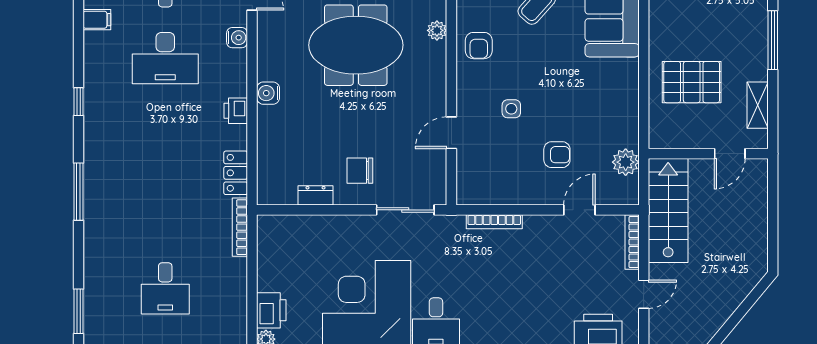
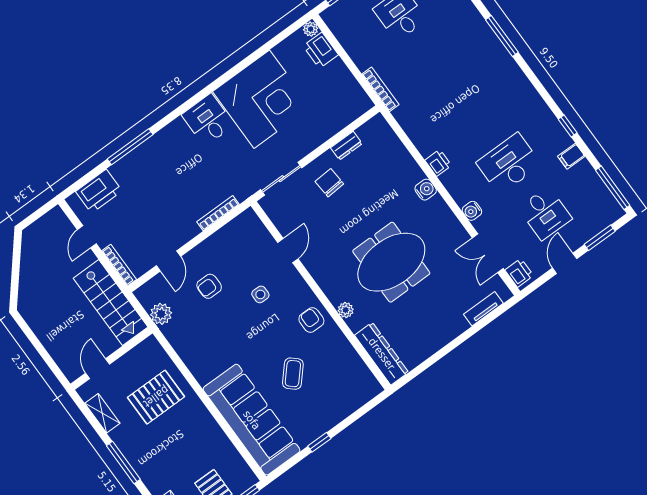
window: (78, 102) -> (568, 126), moved
chair: (360, 171) -> (329, 183), turned -94
locker: (236, 173) -> (409, 123), removed

